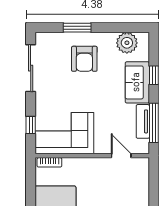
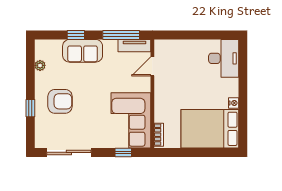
window: (77, 28) -> (30, 108), width x0.67
plant: (127, 43) -> (40, 65), width x0.53, depth x0.53
tv unit: (143, 121) -> (134, 46), moved

